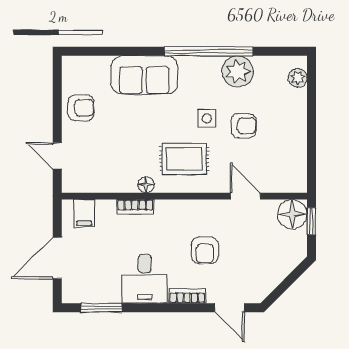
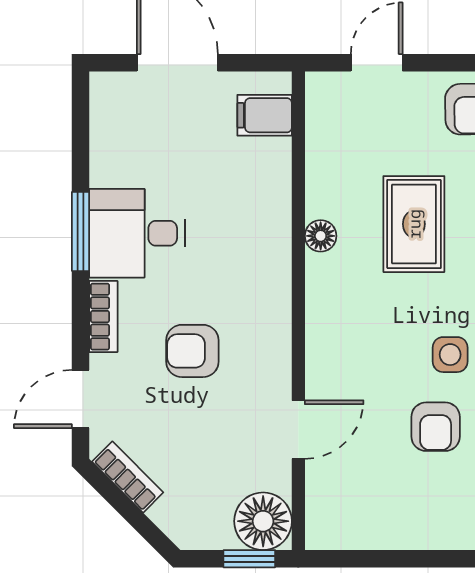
rug: (184, 159) -> (414, 224), moved
bookcase: (135, 207) -> (128, 477), moved, turned 135
window: (101, 308) -> (81, 231), moved

